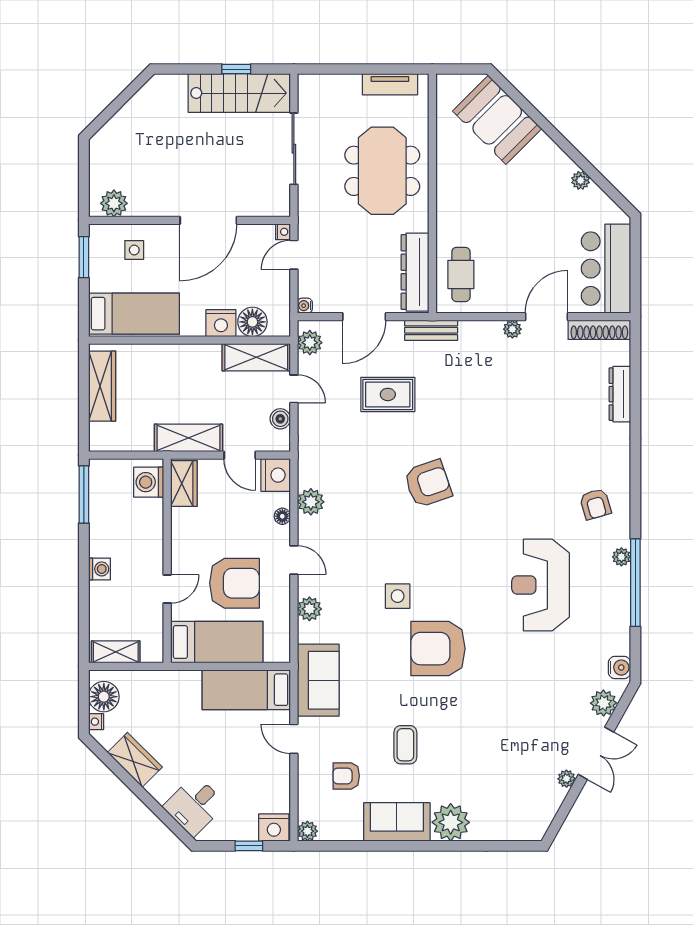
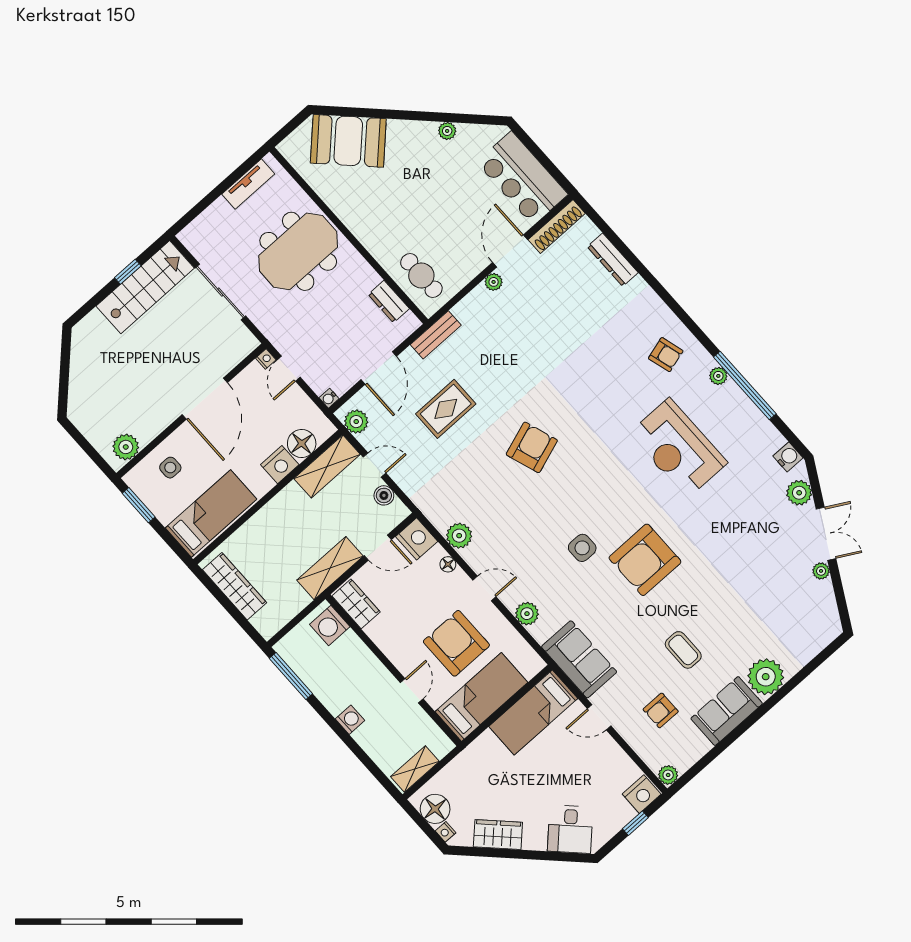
meeting table: (382, 171) -> (298, 251), turned 90
dresser: (415, 272) -> (389, 302), width x0.51, depth x0.80
armchair: (234, 583) -> (456, 643), turned -90

